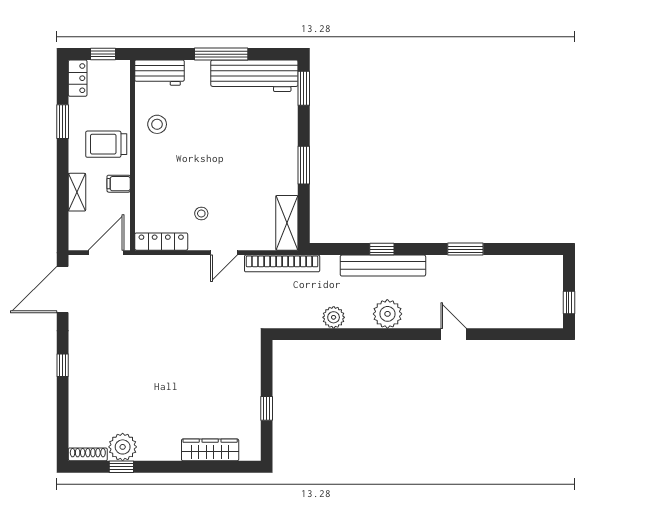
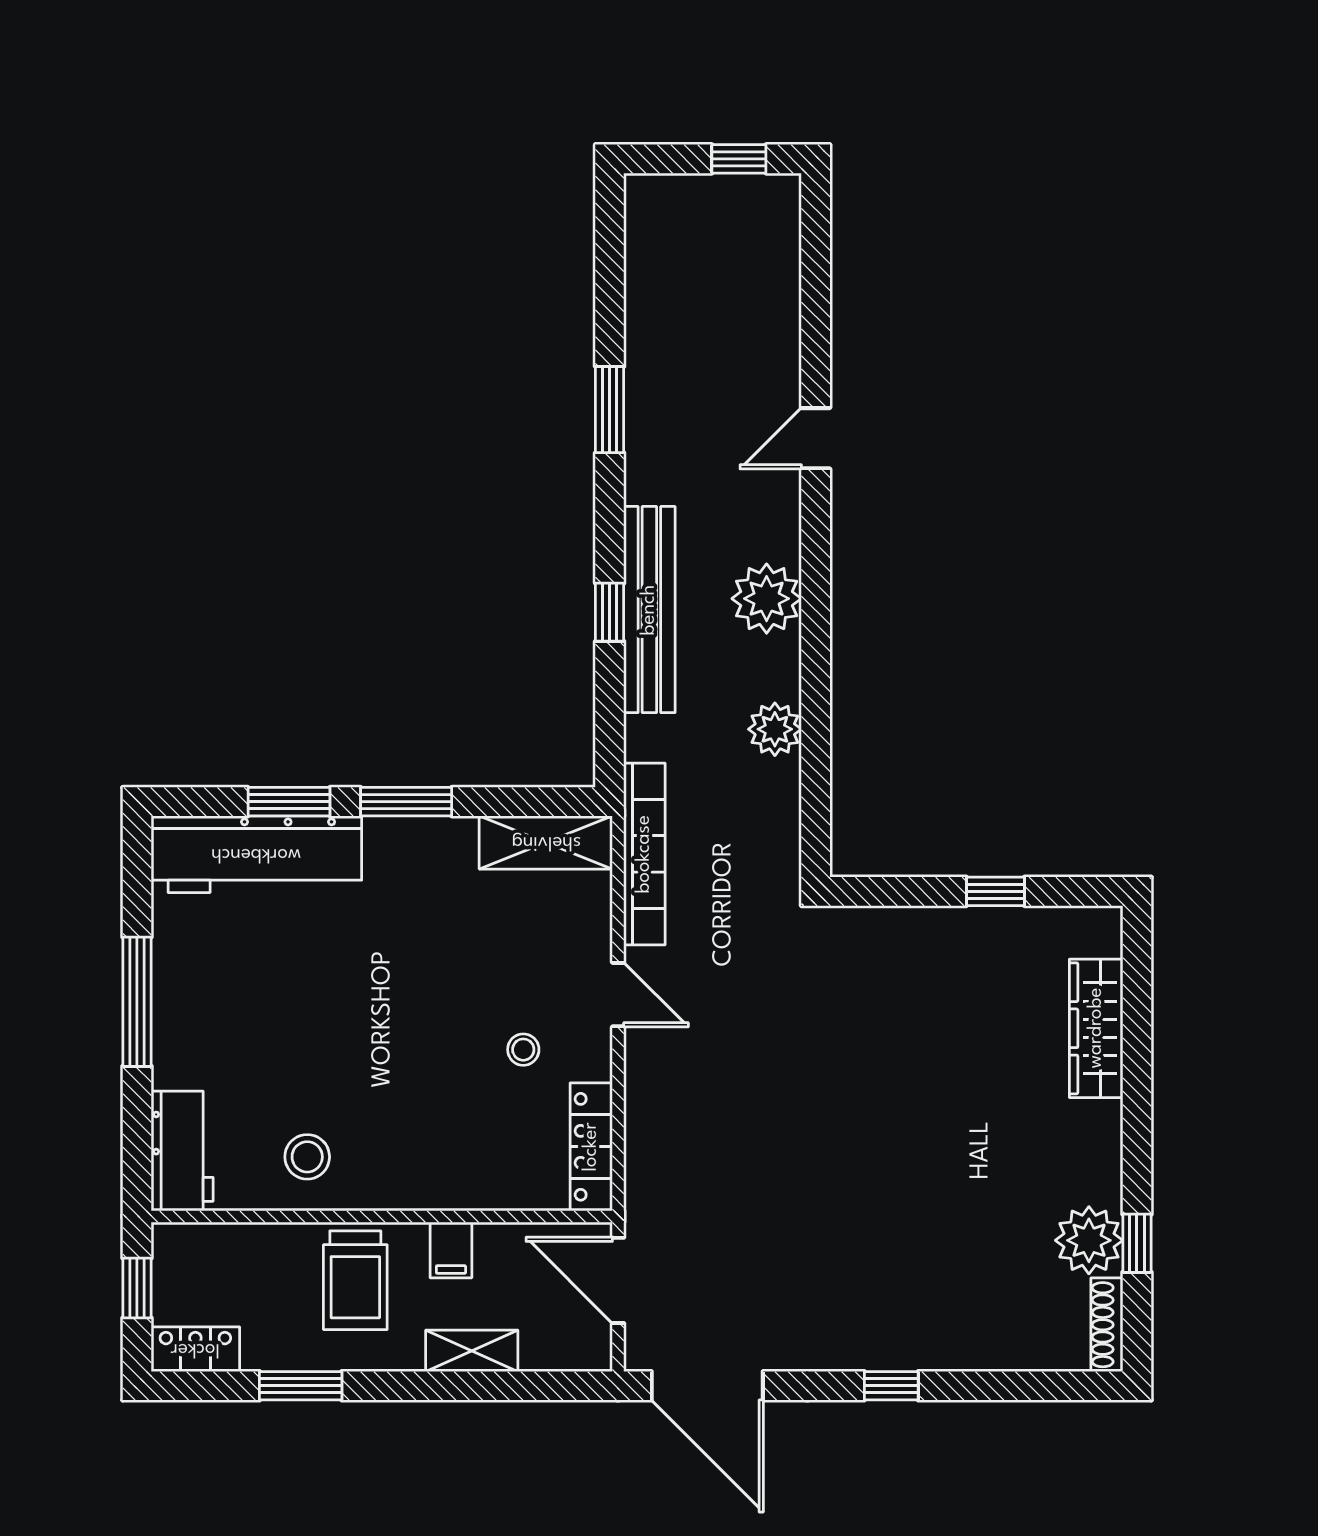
workbench: (254, 76) -> (256, 854), moved, turned 90
window: (304, 88) -> (289, 802), moved

